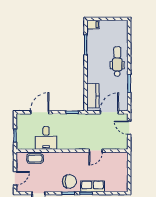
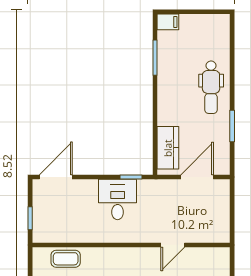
dental chair: (117, 61) -> (211, 87), turned 180
door: (40, 112) -> (56, 177), moved
door: (129, 128) -> (232, 204), removed
desk: (46, 138) -> (118, 200), moved, turned 180

